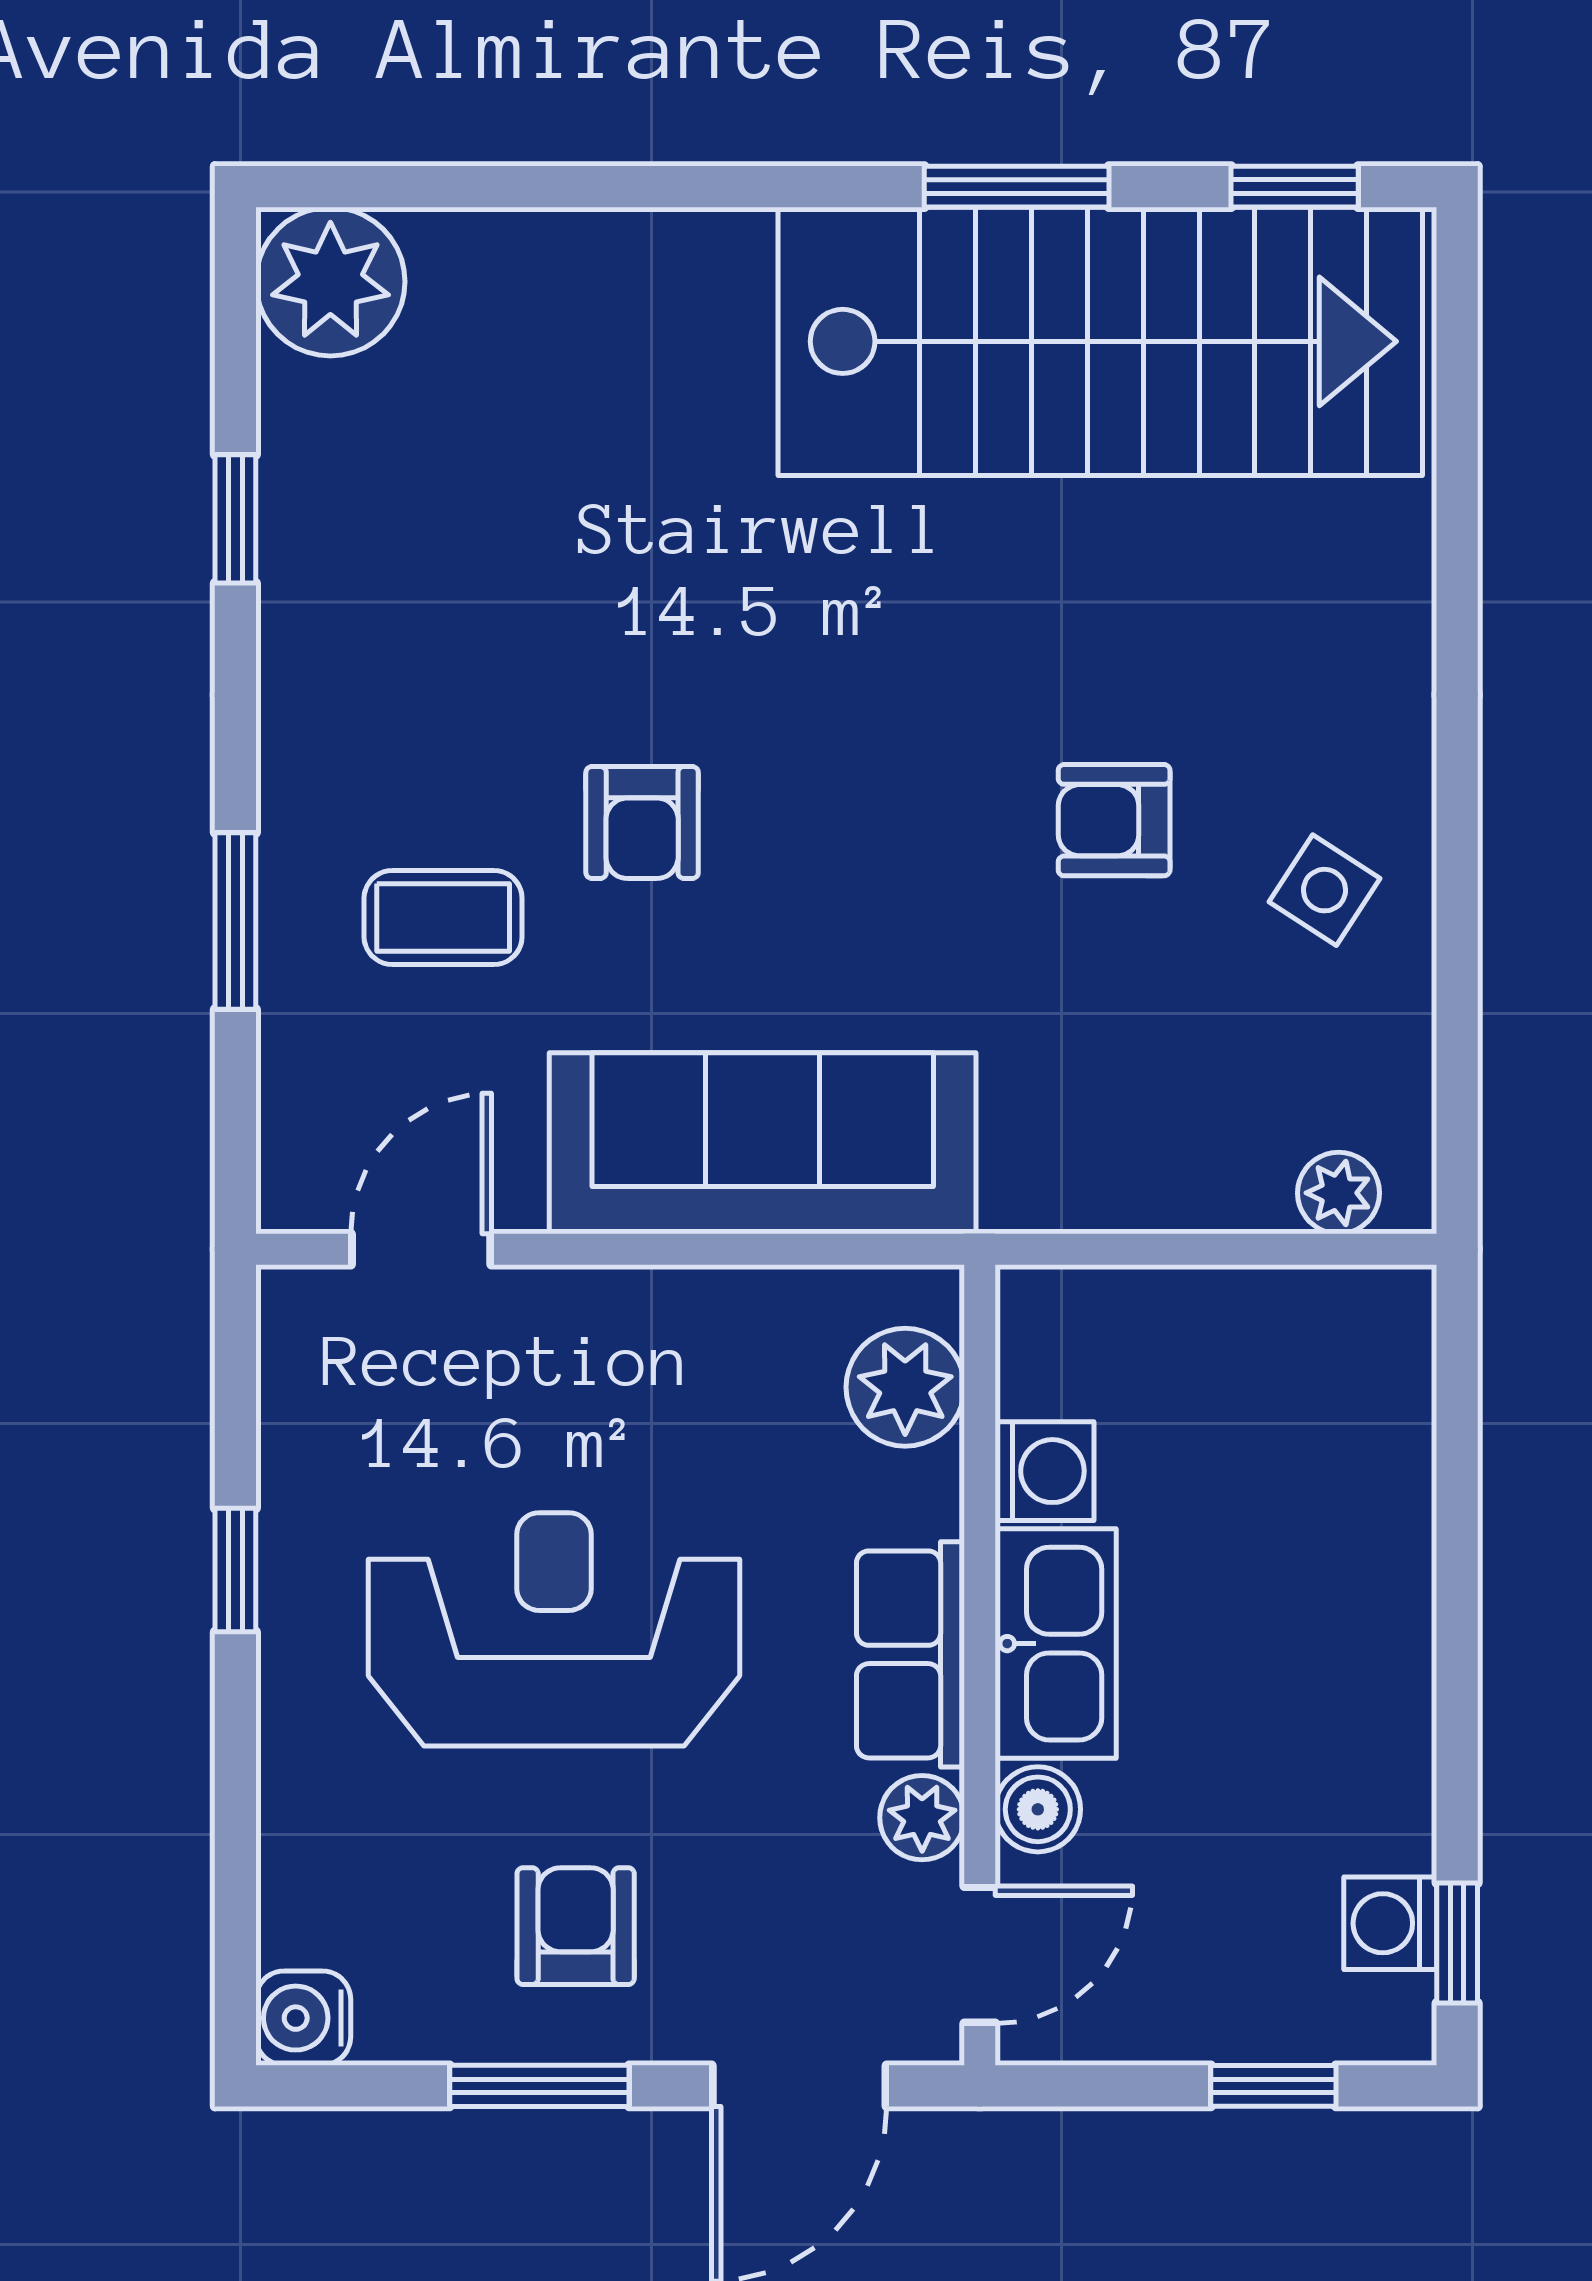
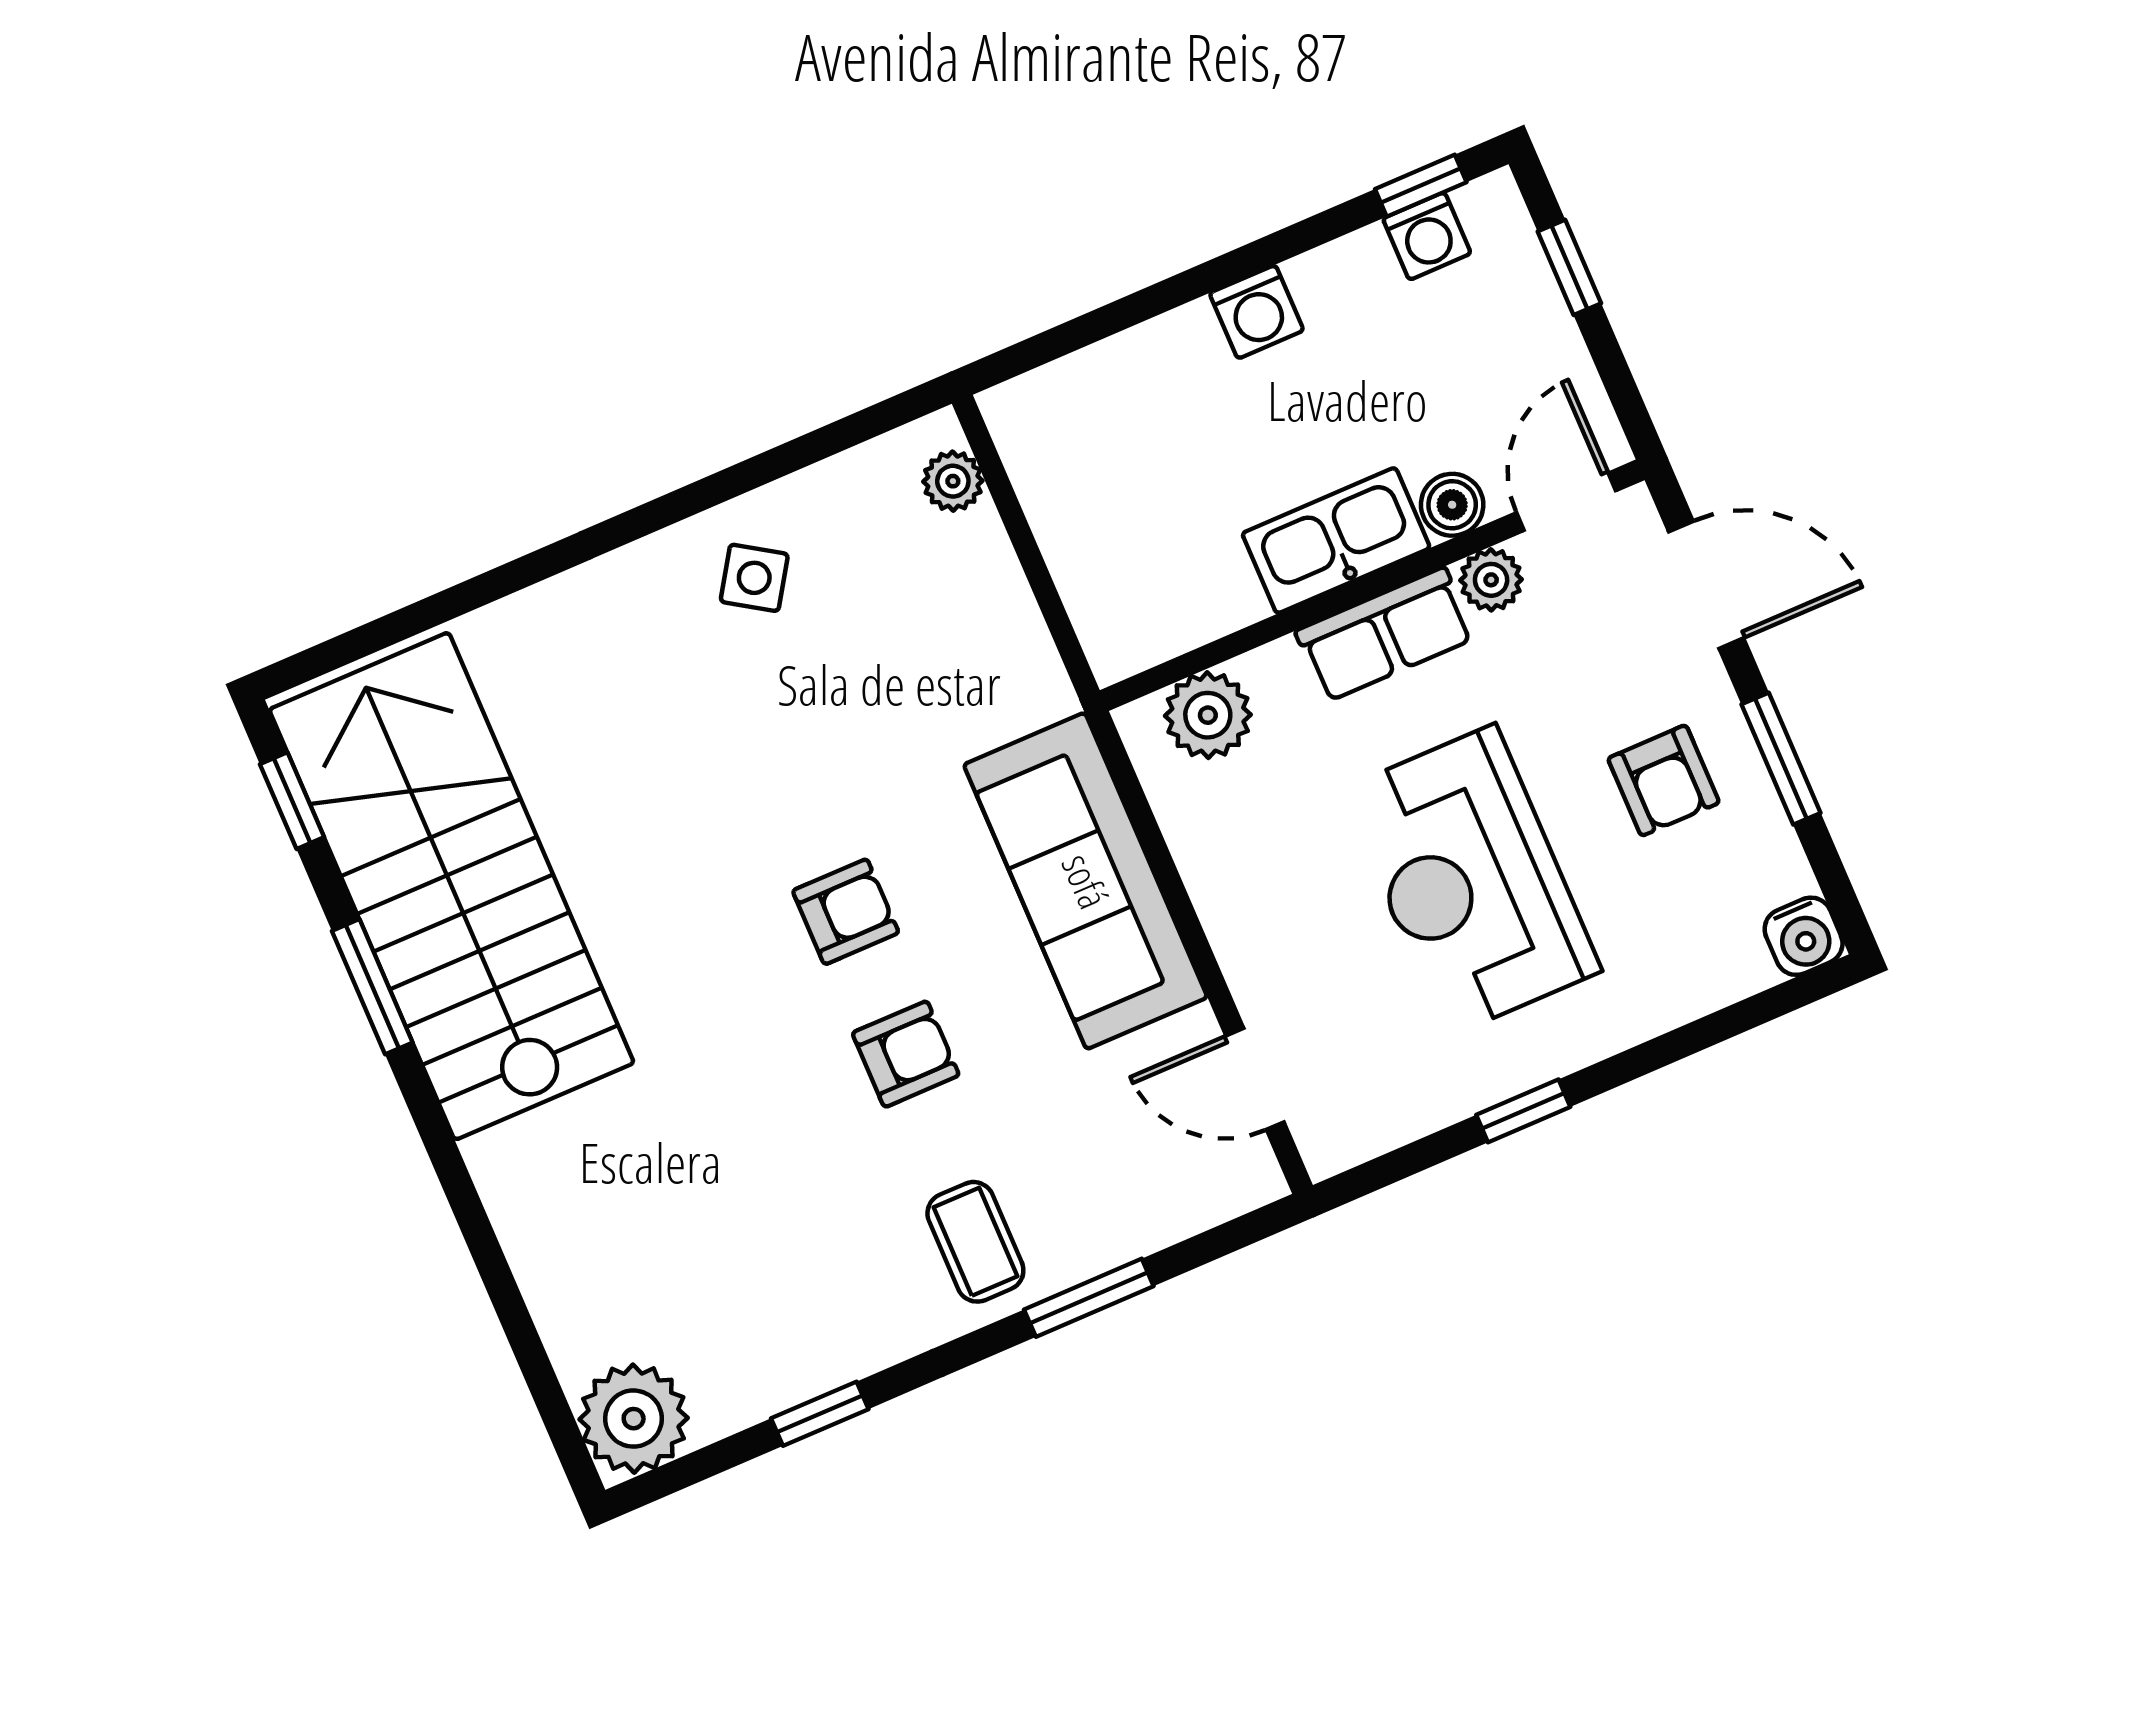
armchair: (1114, 820) -> (846, 912), moved, turned -90
coffee table: (443, 917) -> (975, 1242), moved
washing machine: (1045, 1471) -> (1256, 312), moved, turned 180
armchair: (576, 1926) -> (1664, 780), turned -90
door: (980, 1955) -> (1566, 502), hinge flipped

